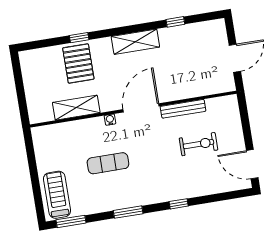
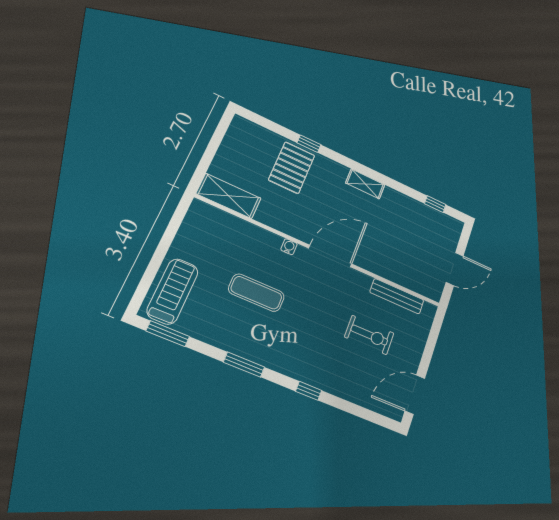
window: (175, 22) -> (435, 204), moved
shelving: (135, 42) -> (365, 184), width x0.67, depth x0.75
shelving: (76, 108) -> (229, 196), moved
bench: (183, 109) -> (397, 296), moved
door: (252, 164) -> (415, 395), hinge flipped

